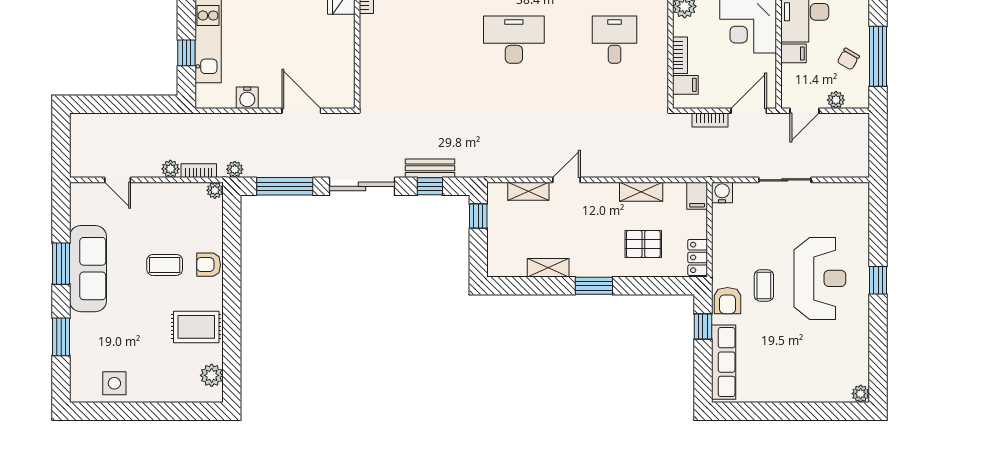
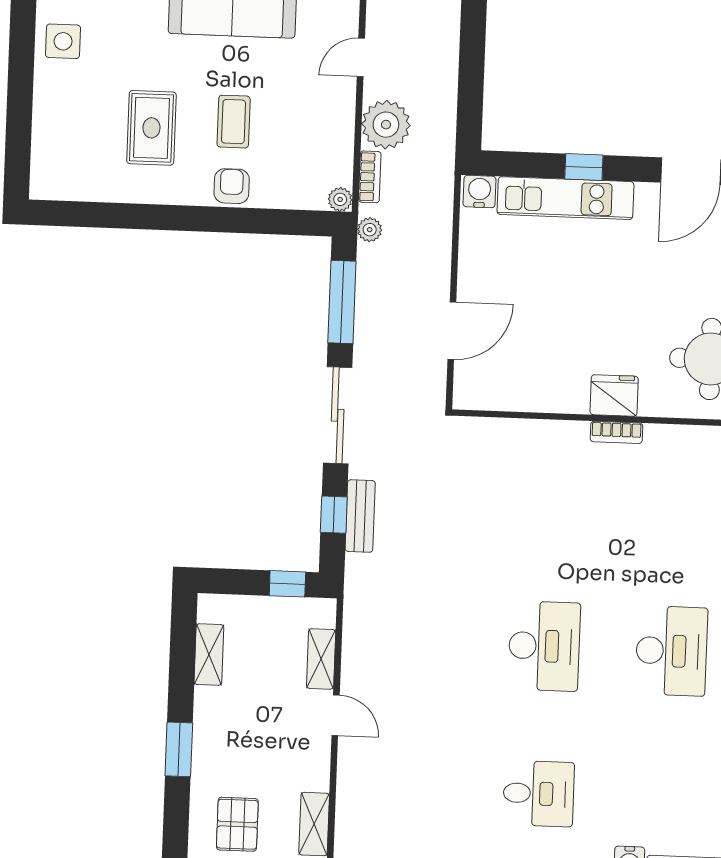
window: (186, 53) -> (584, 167), moved
water cooler: (247, 98) -> (479, 192), moved, turned 90
plant: (170, 169) -> (386, 125), width x1.87, depth x1.87
shelving: (548, 268) -> (209, 655), moved
rug: (196, 327) -> (151, 128), moved
plant: (212, 375) -> (69, 184), removed

